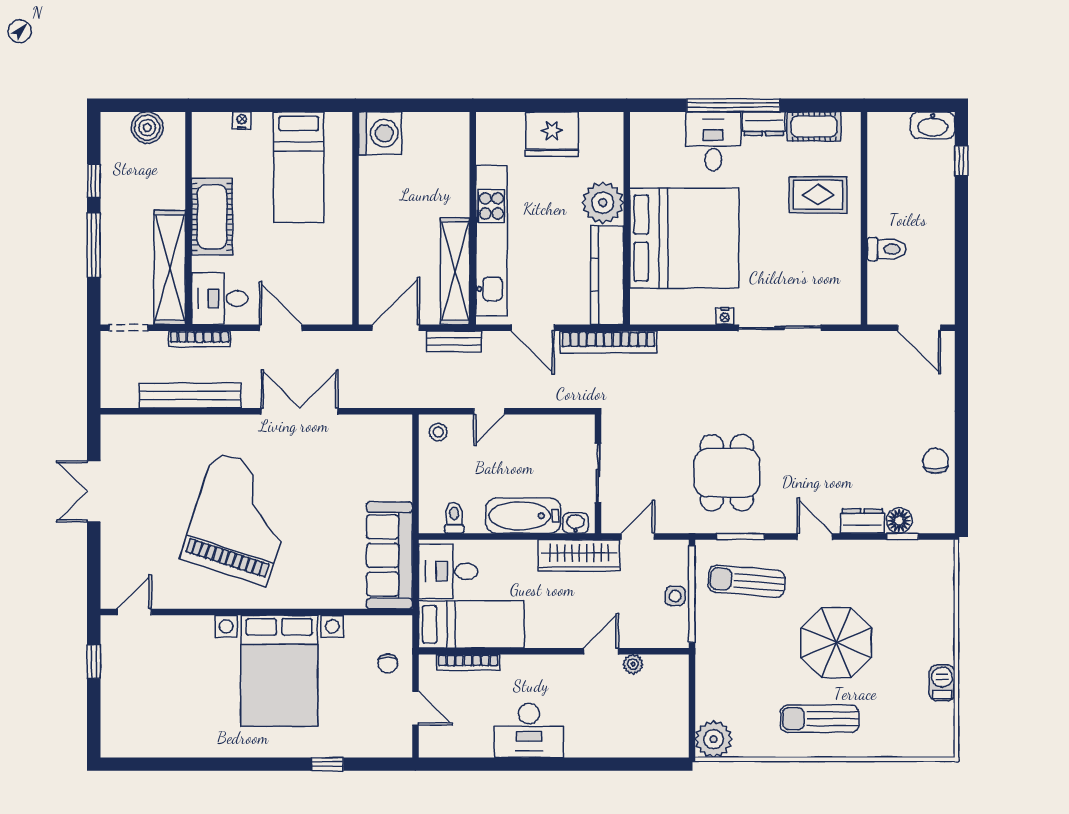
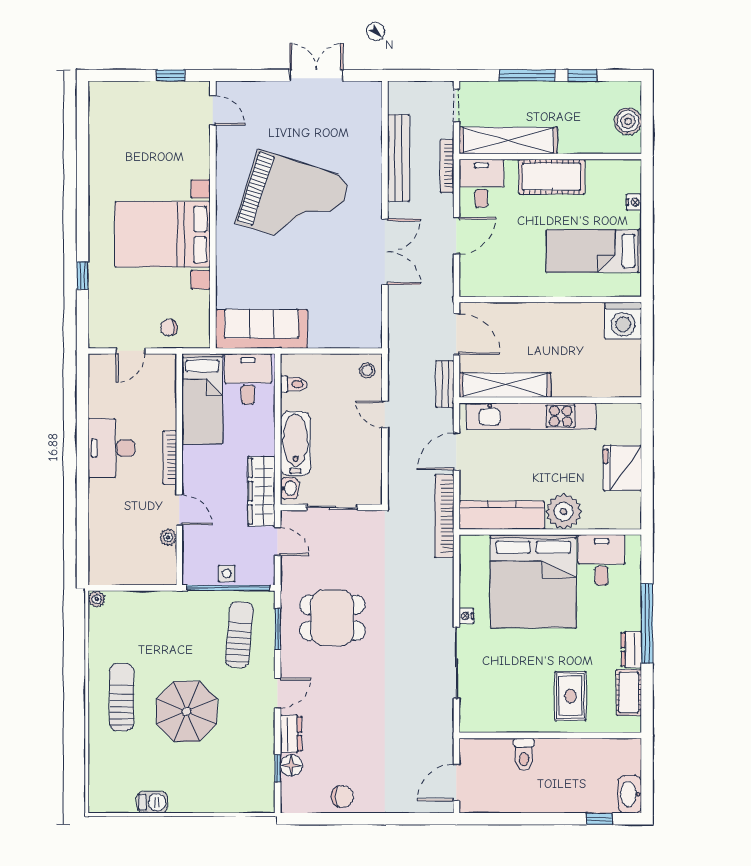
desk: (713, 141) -> (601, 560), moved, turned -90
bookcase: (468, 662) -> (170, 458), moved
plant: (714, 739) -> (97, 599), width x0.53, depth x0.53

